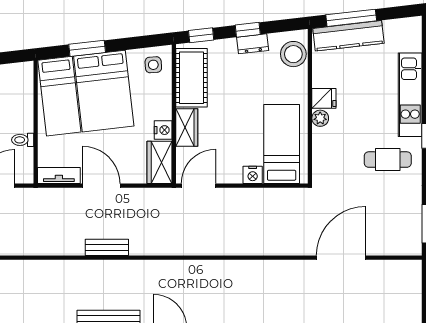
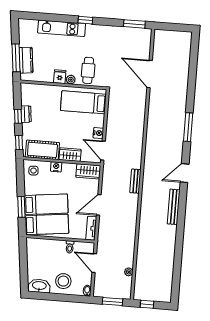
kitchen counter: (348, 36) -> (26, 60), width x0.67
stool: (293, 54) -> (34, 92), removed
bed: (104, 91) -> (46, 204), width x0.67
nightstand: (163, 130) -> (56, 167), moved
cafe table: (388, 160) -> (88, 70), moved
nightstand: (253, 175) -> (98, 133), moved
bench: (107, 247) -> (135, 181), moved

